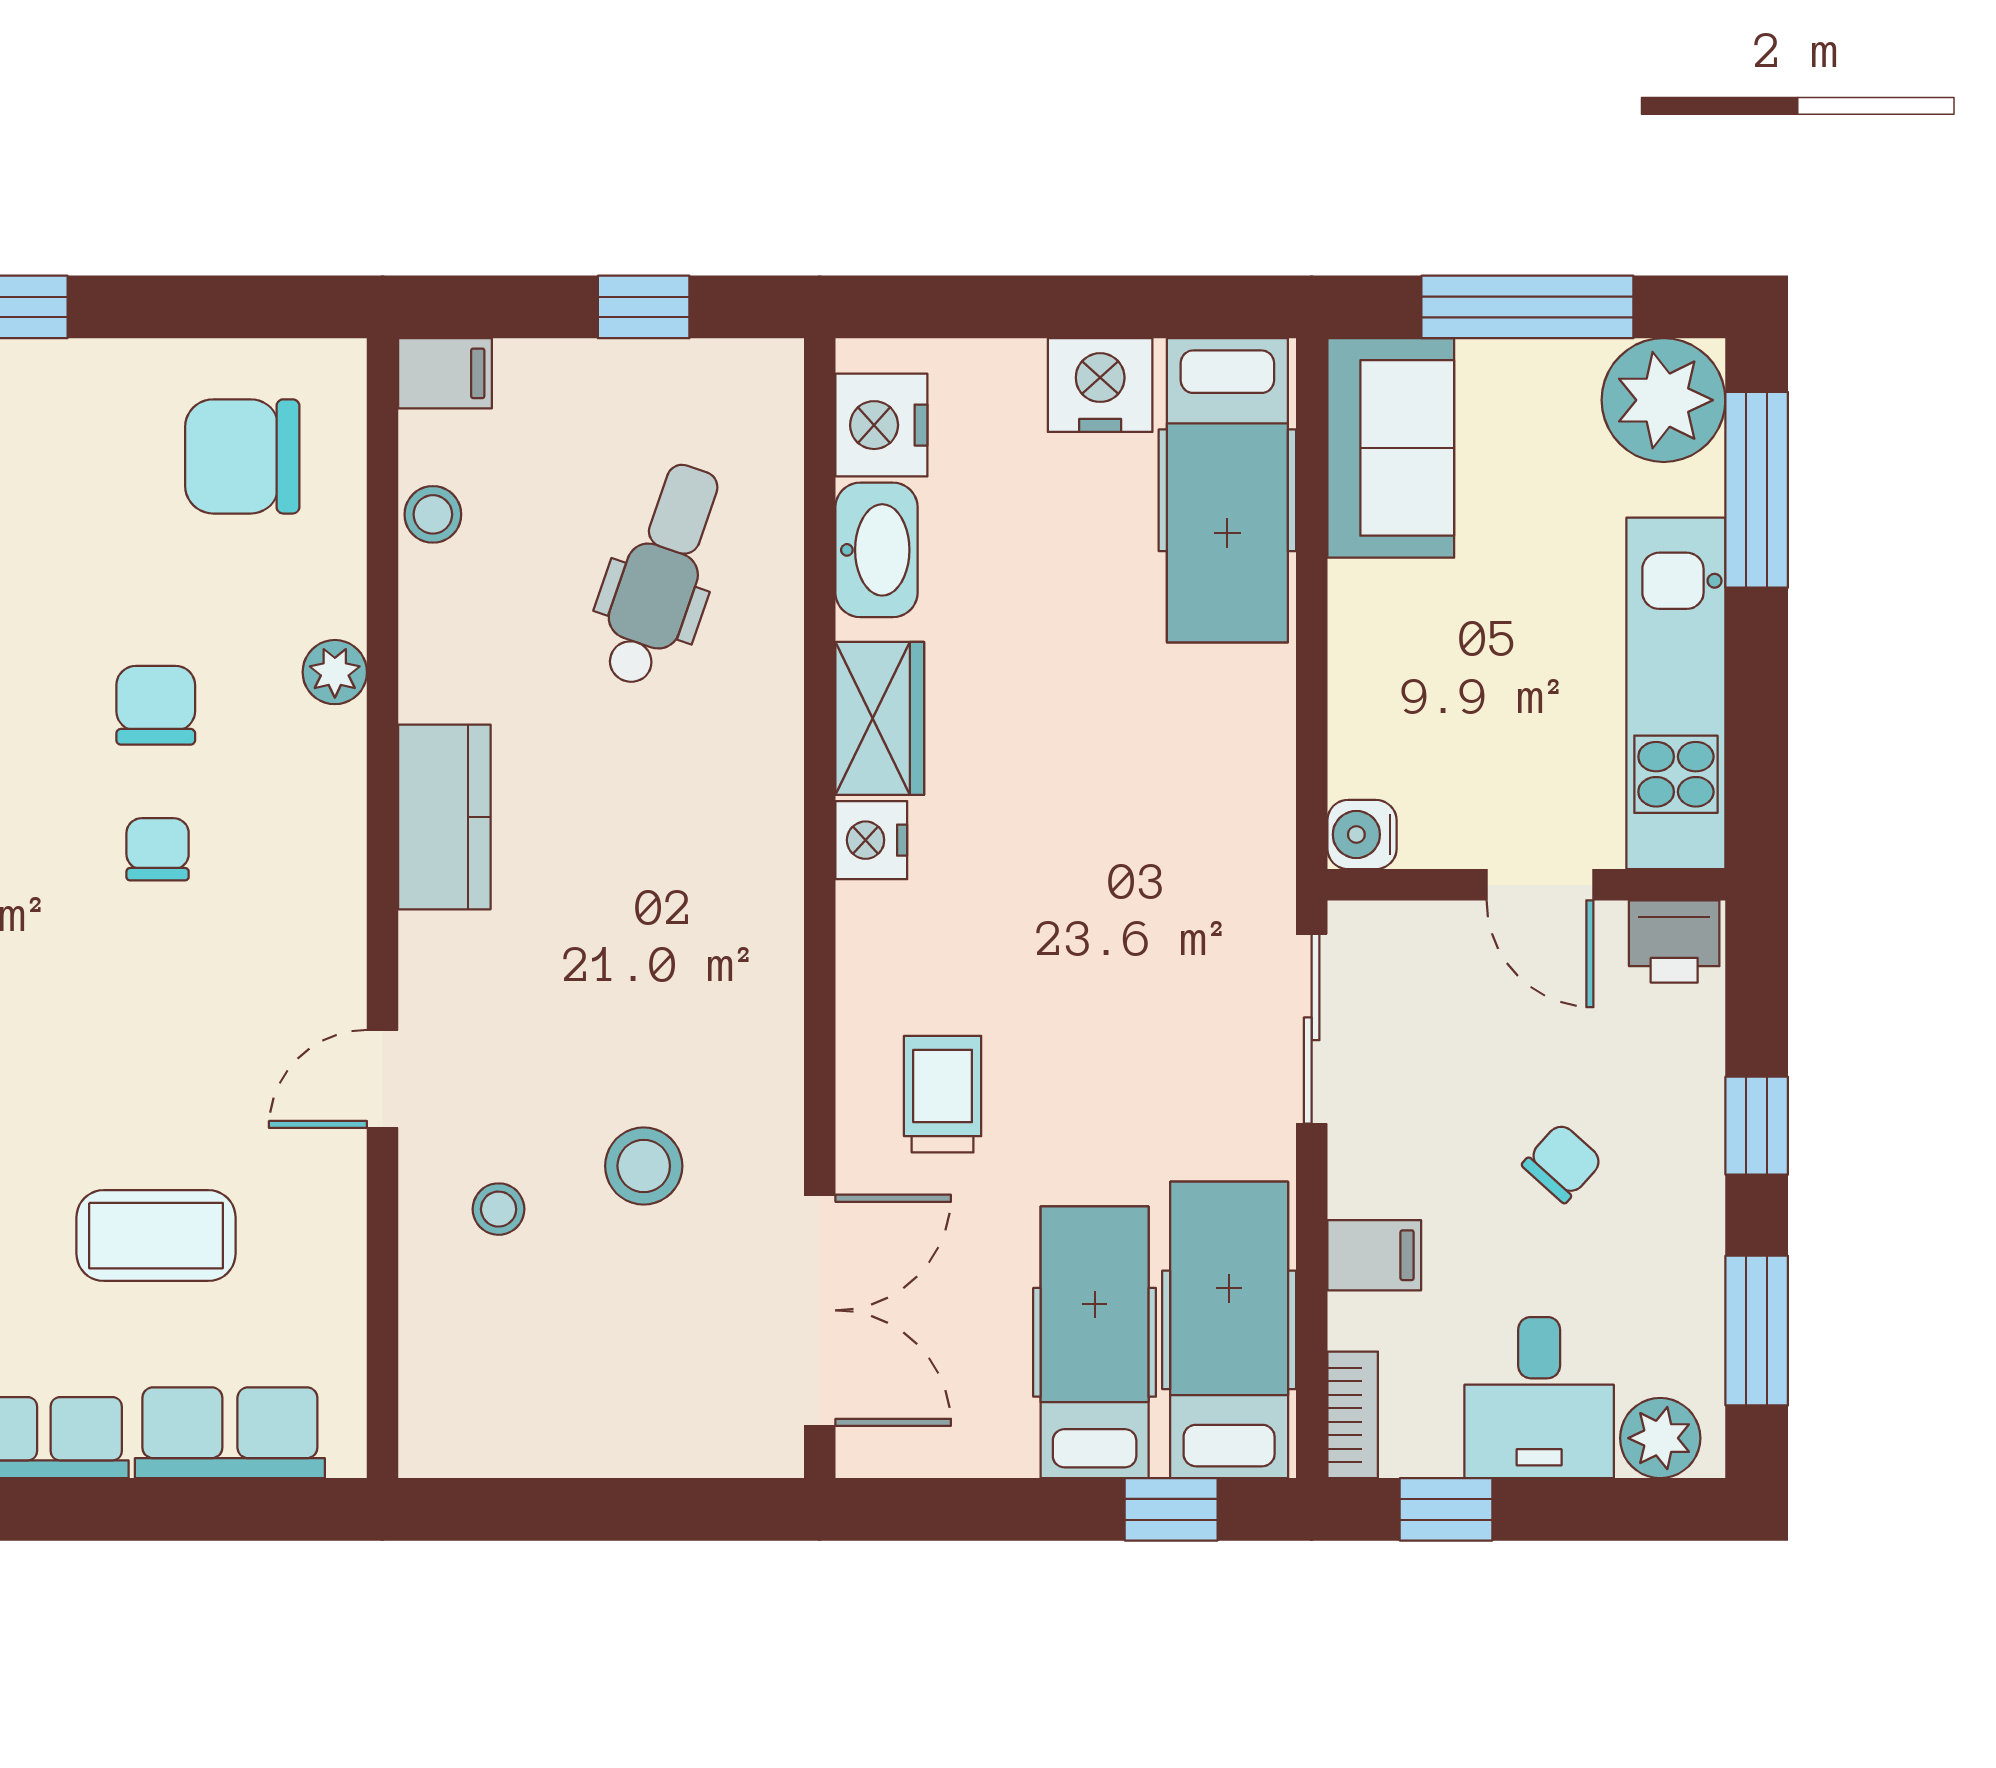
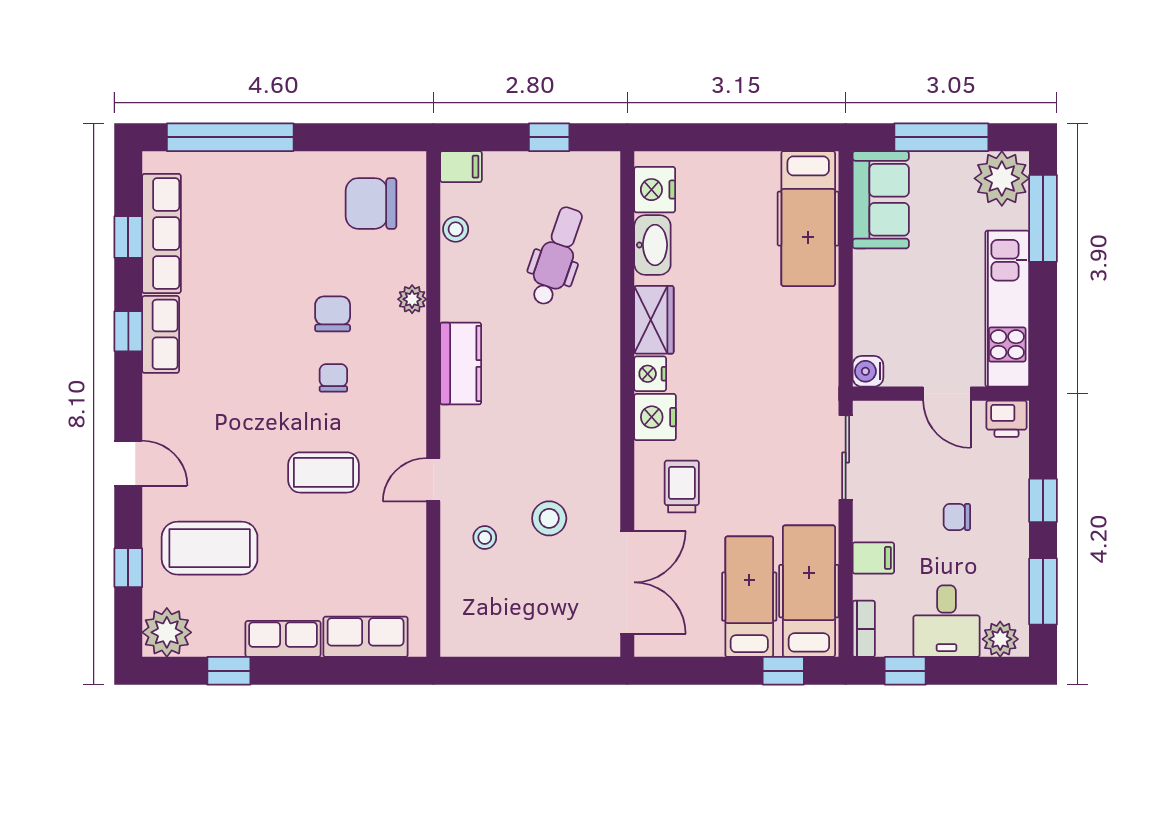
nightstand: (1100, 385) -> (655, 417), moved, turned -90
chair: (1562, 1163) -> (957, 517), turned -132
coffee table: (156, 1236) -> (324, 472), moved

